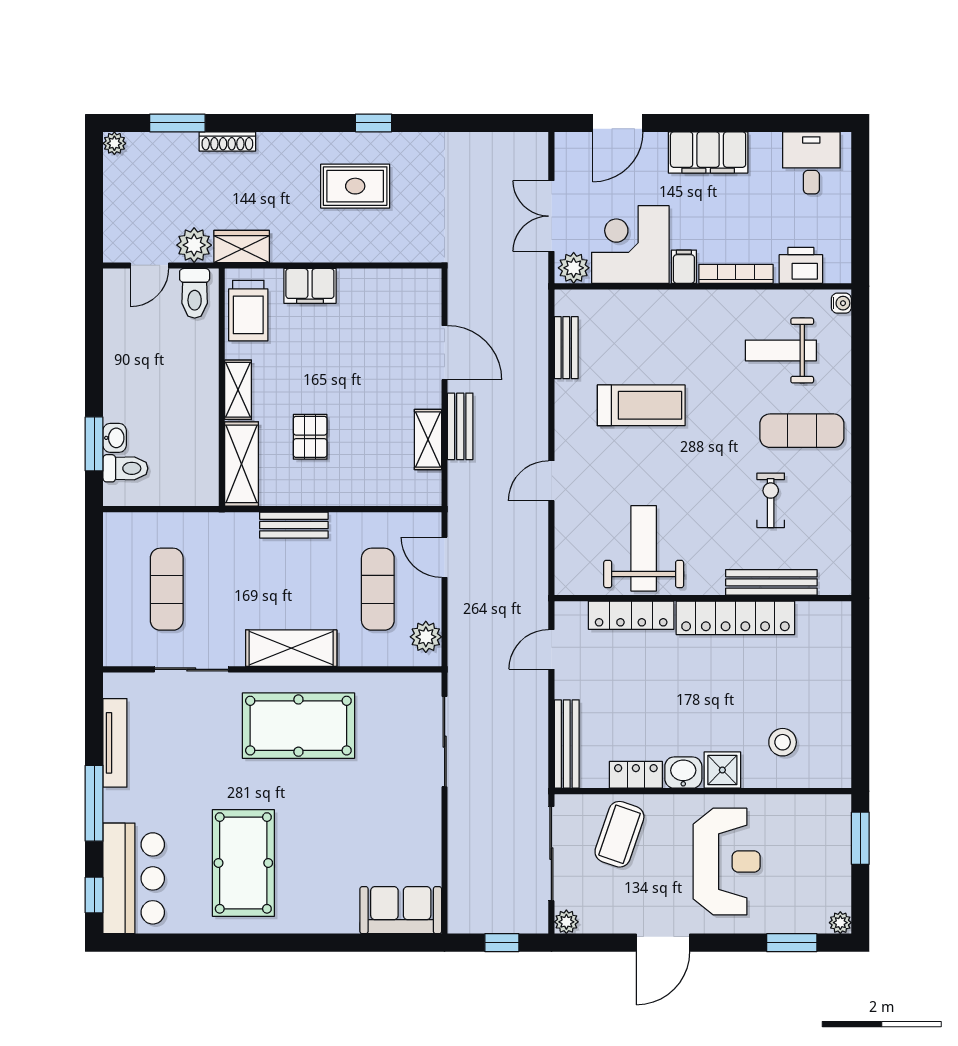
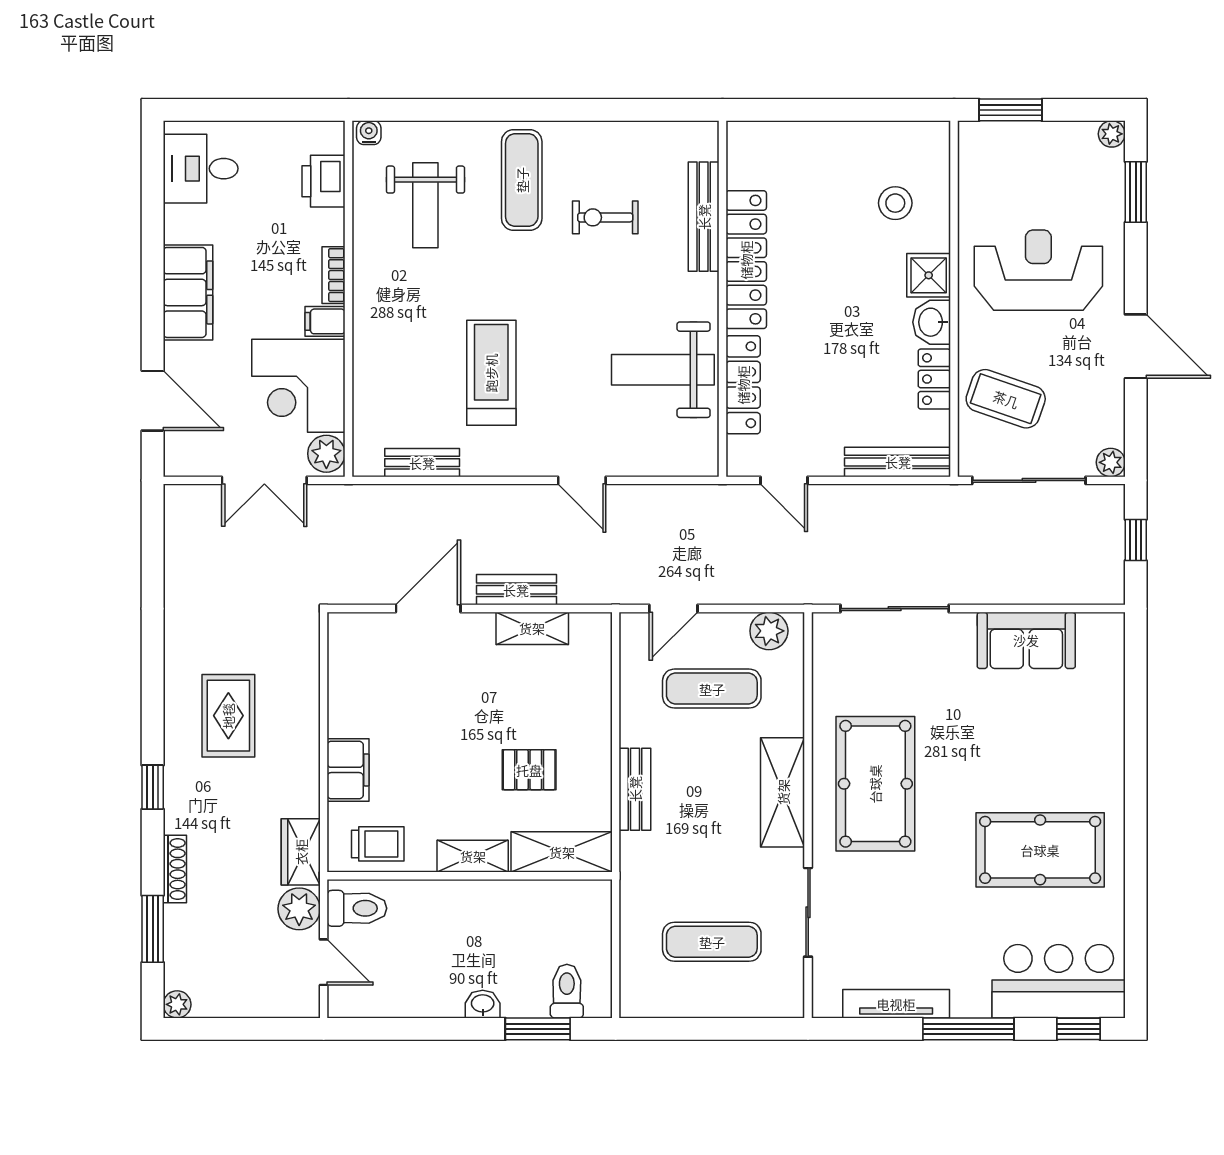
window: (374, 123) -> (153, 787), moved
bookcase: (736, 274) -> (334, 275), width x0.64
trolley: (248, 311) -> (378, 844), width x0.73, depth x0.72
washbasin: (115, 438) -> (483, 1004), moved
sofa: (401, 910) -> (1026, 640), moved, turned -90

